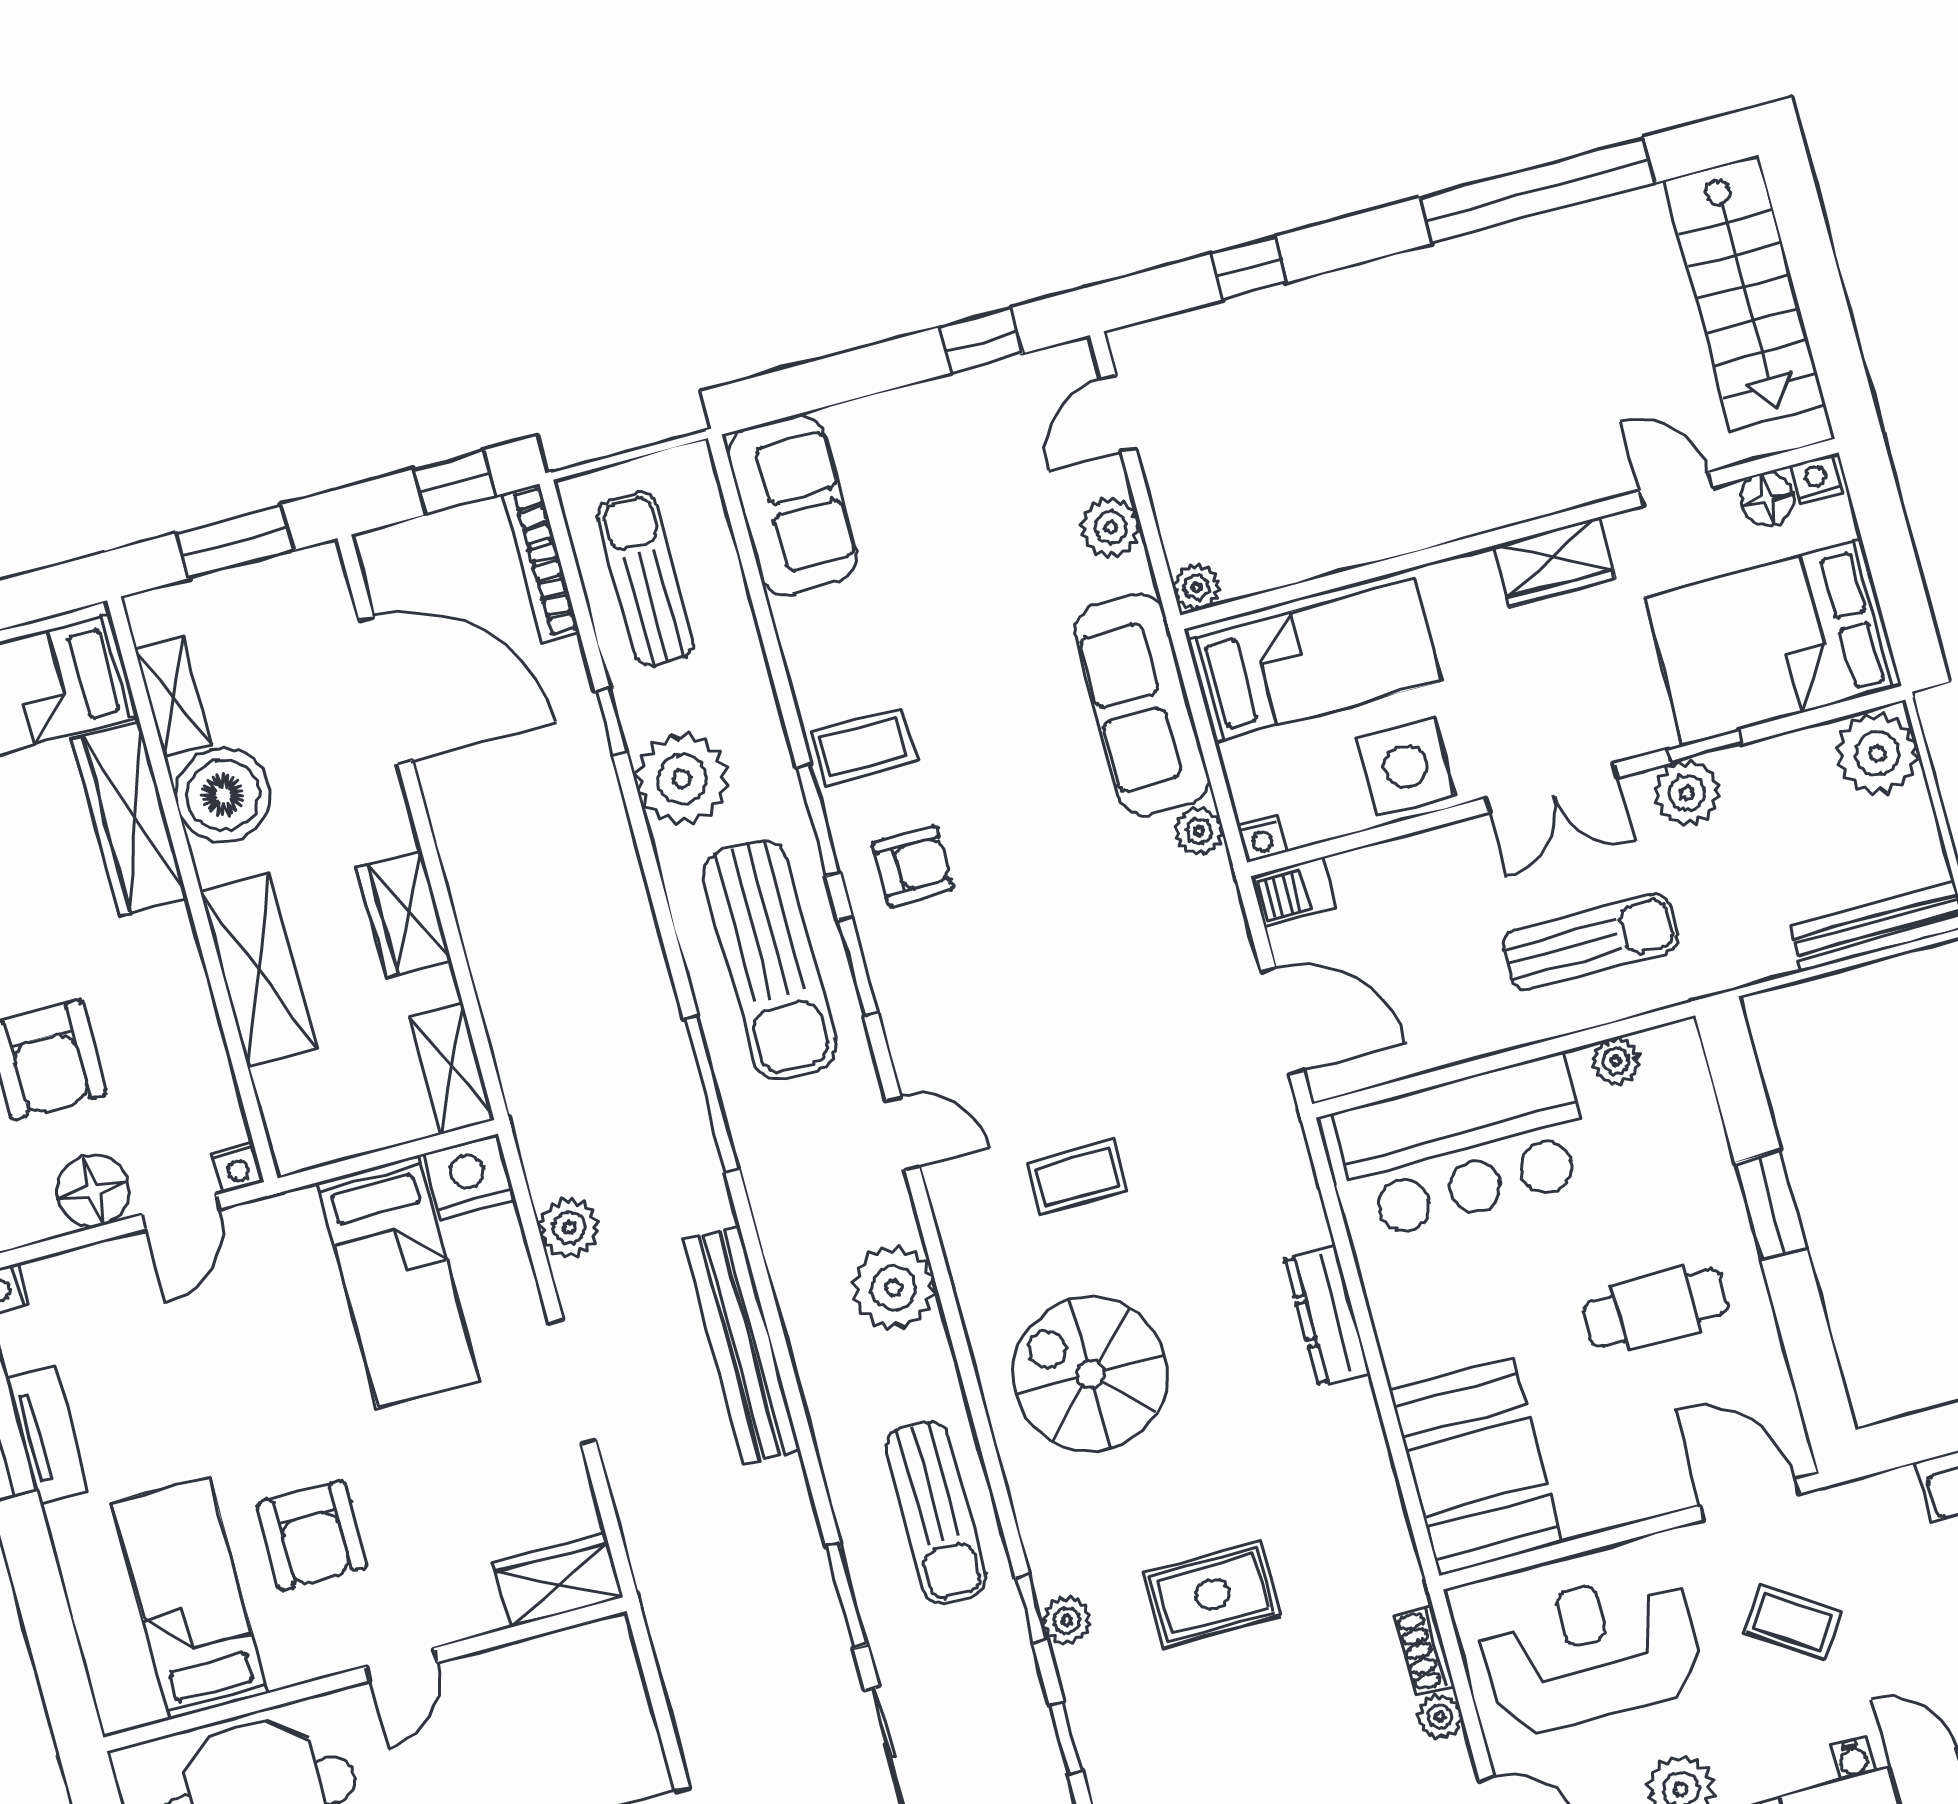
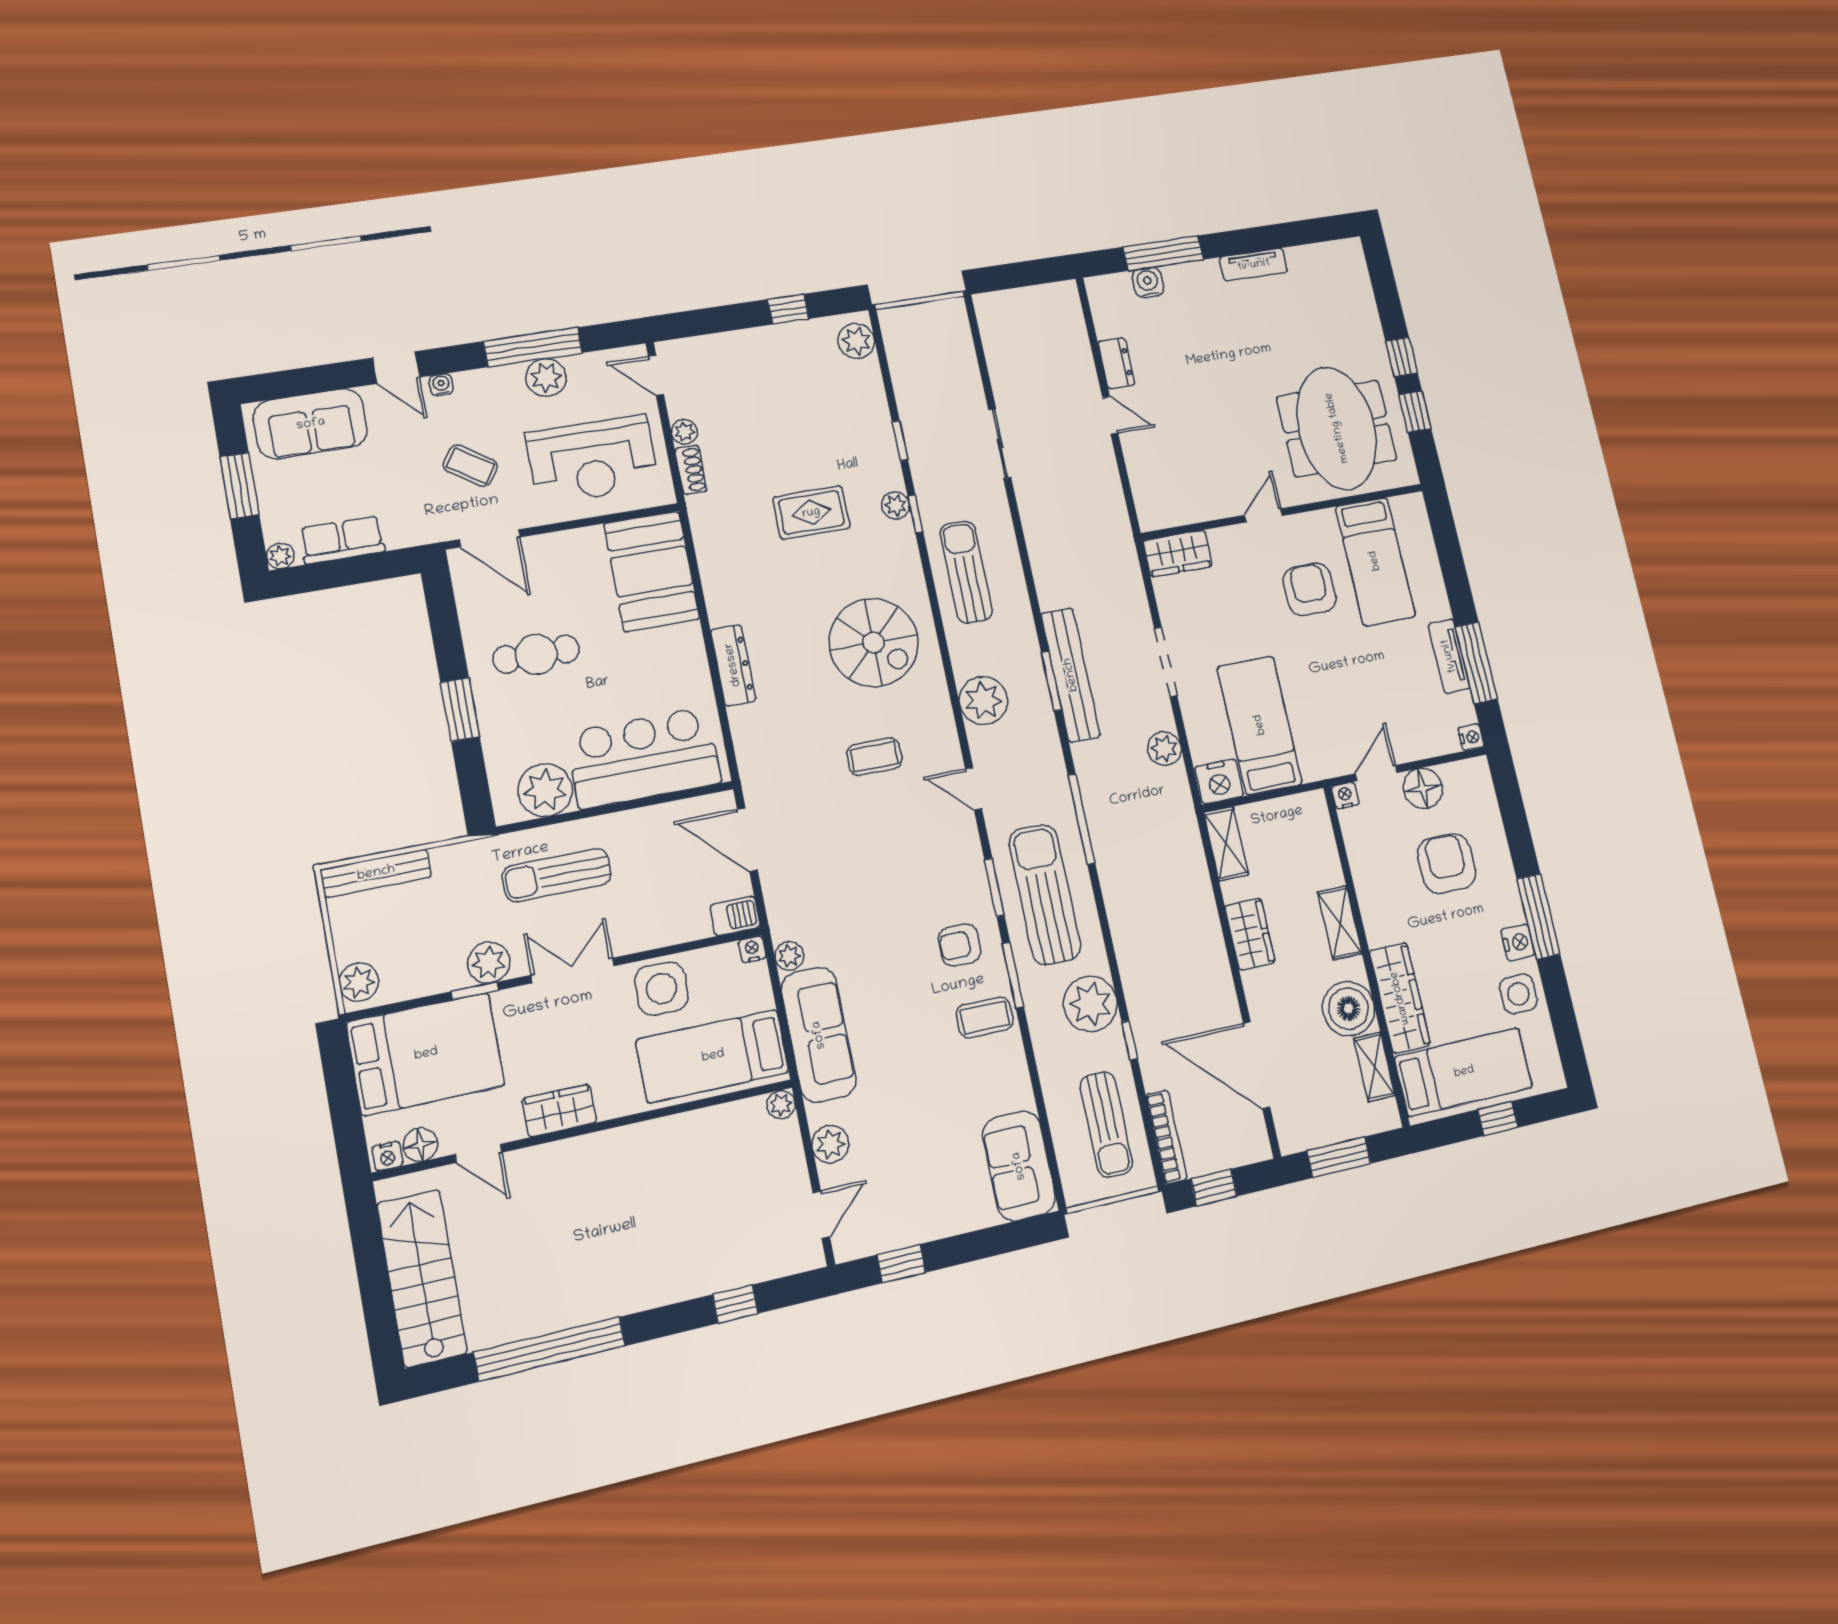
plant: (1877, 753) -> (359, 982), width x0.73, depth x0.73
shelving: (259, 970) -> (1340, 923), width x0.67, depth x0.75
plant: (1616, 1061) -> (545, 790), width x1.87, depth x1.87
window: (847, 1596) -> (1051, 681), moved

